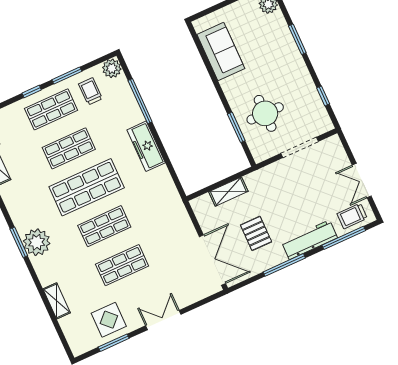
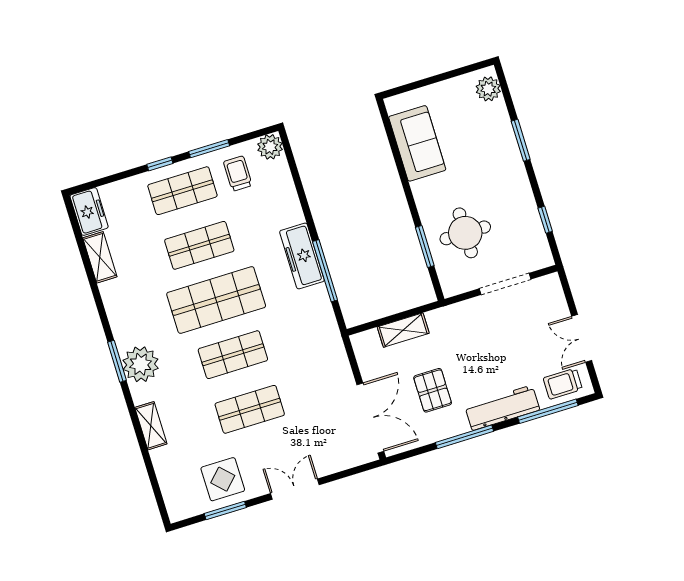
window: (140, 101) -> (325, 271), moved
shelving: (57, 301) -> (151, 426), moved

